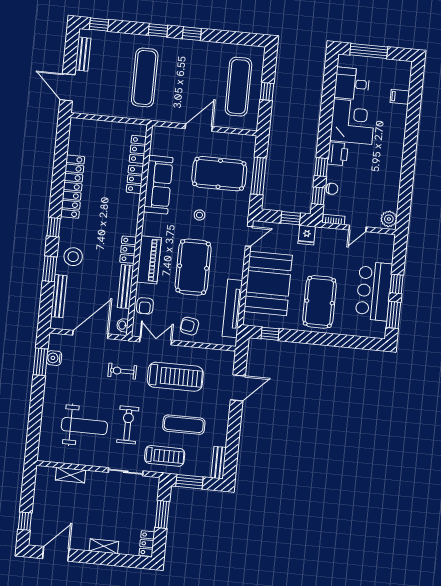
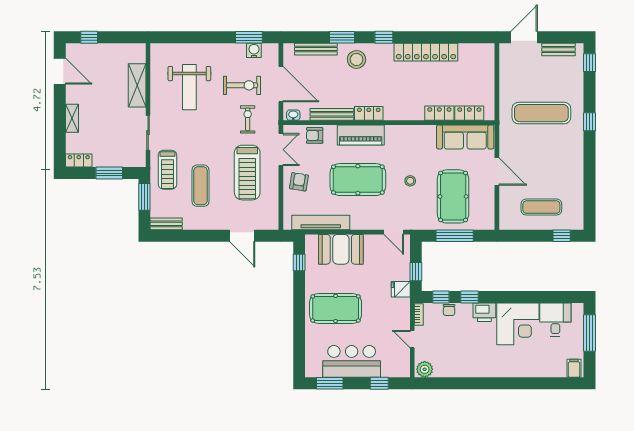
window: (192, 34) -> (590, 156), removed
exercise mat: (238, 87) -> (541, 207), width x0.73, depth x0.69
window: (267, 92) -> (562, 236), moved
filing cabinet: (400, 97) -> (574, 368), moved
sofa: (158, 185) -> (465, 137), moved
booth: (268, 283) -> (341, 249), width x0.73, depth x0.70
window: (396, 284) -> (379, 383), moved
exercise bike: (128, 425) -> (242, 85), moved
shelving: (71, 475) -> (137, 85), width x1.50, depth x1.33

